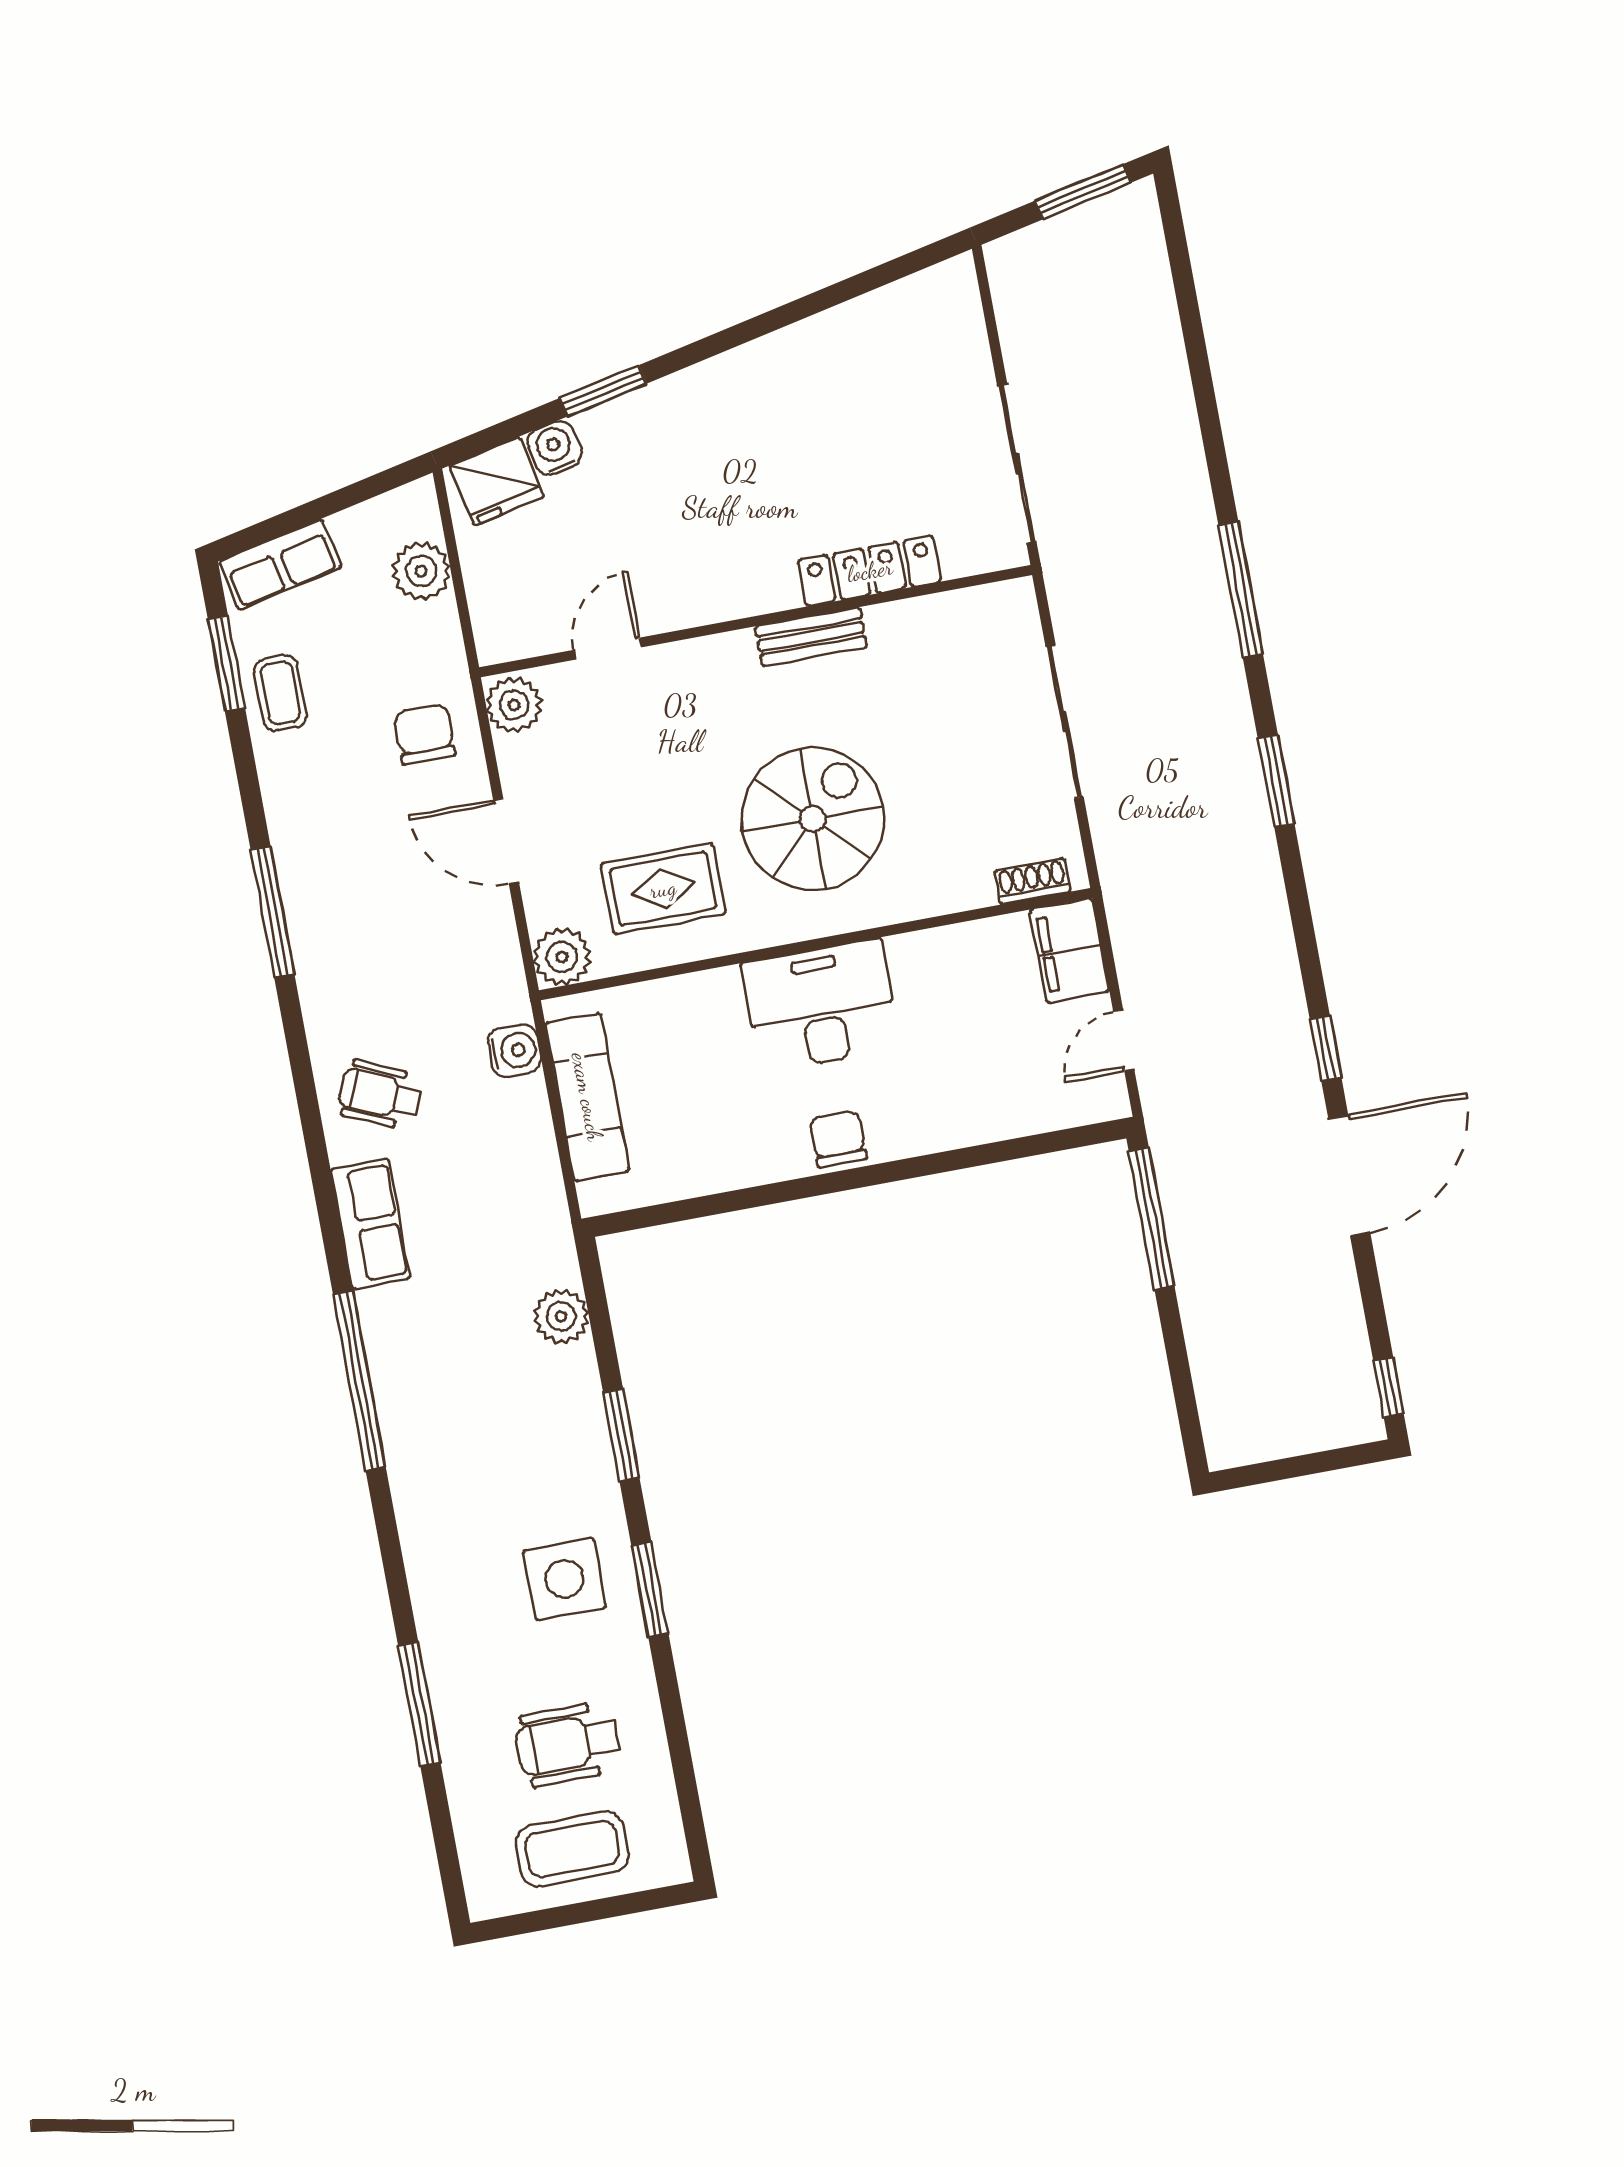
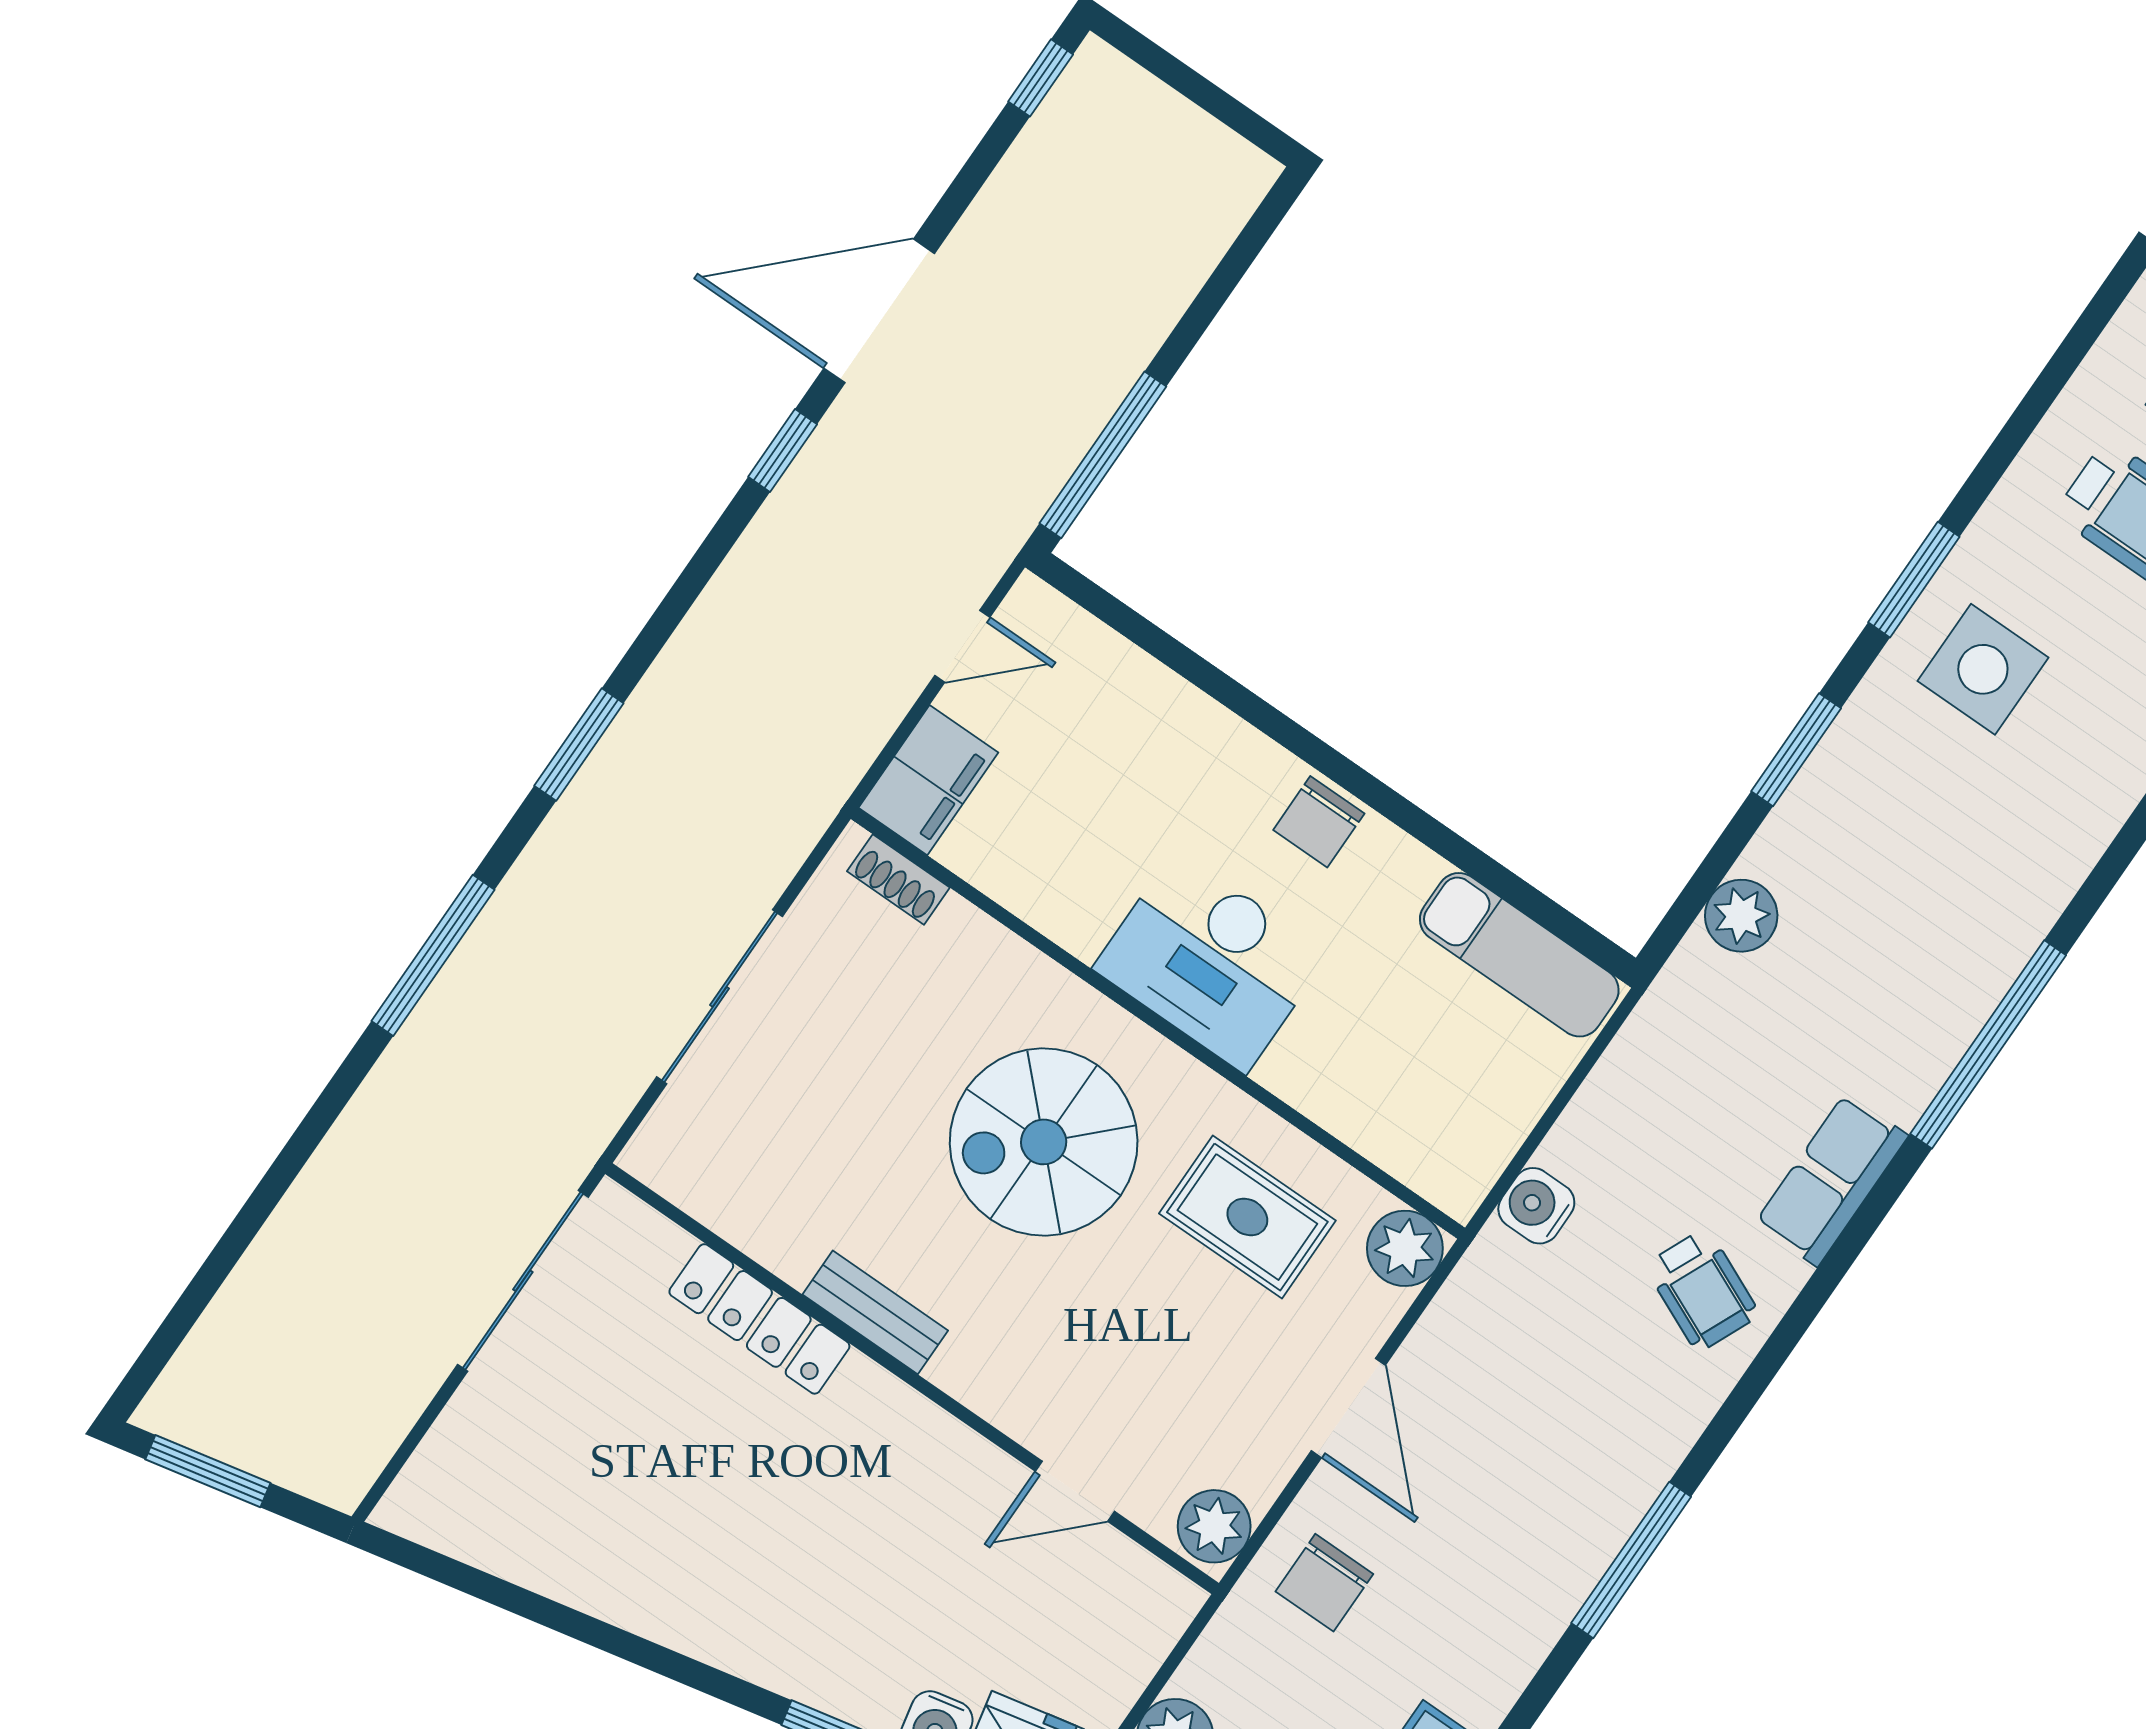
exam couch: (587, 1097) -> (1519, 955), moved, turned -90

